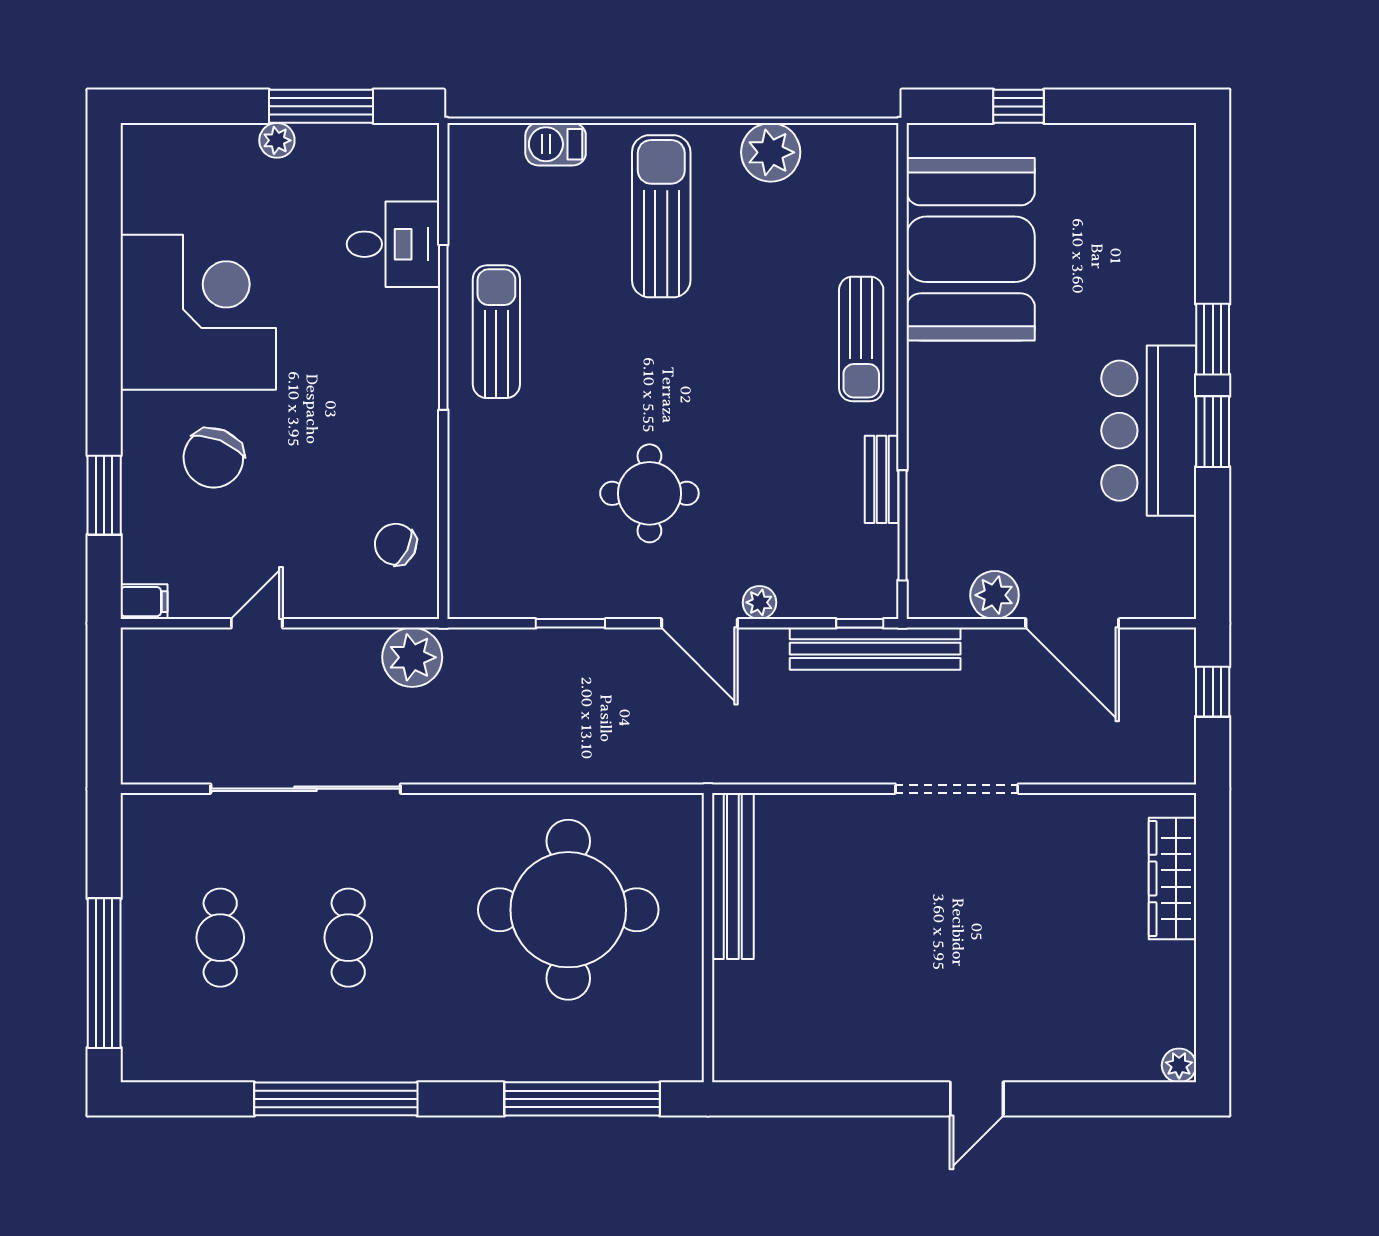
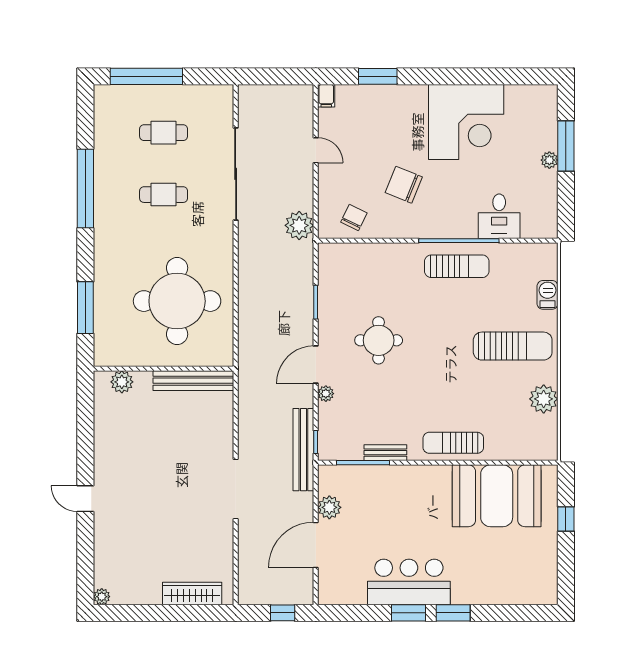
window: (321, 106) -> (566, 146), moved
chair: (213, 458) -> (404, 185), moved
plant: (735, 1024) -> (122, 382), added
window: (582, 1099) -> (85, 308), width x0.68

